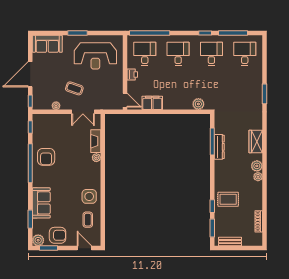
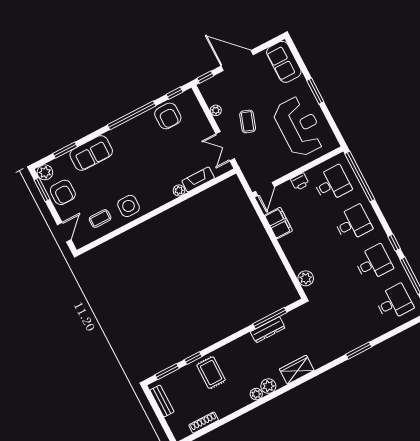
reception desk: (95, 56) -> (299, 126), turned 180
armchair: (46, 157) -> (168, 116), moved, turned -90

